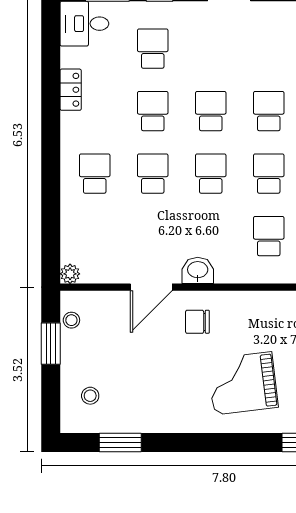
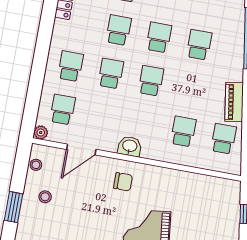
school desk: (269, 174) -> (63, 109), moved
door: (151, 287) -> (81, 149), moved
chair: (197, 322) -> (123, 182), turned 180
window: (51, 344) -> (13, 207), moved
stool: (90, 396) -> (45, 197), moved

